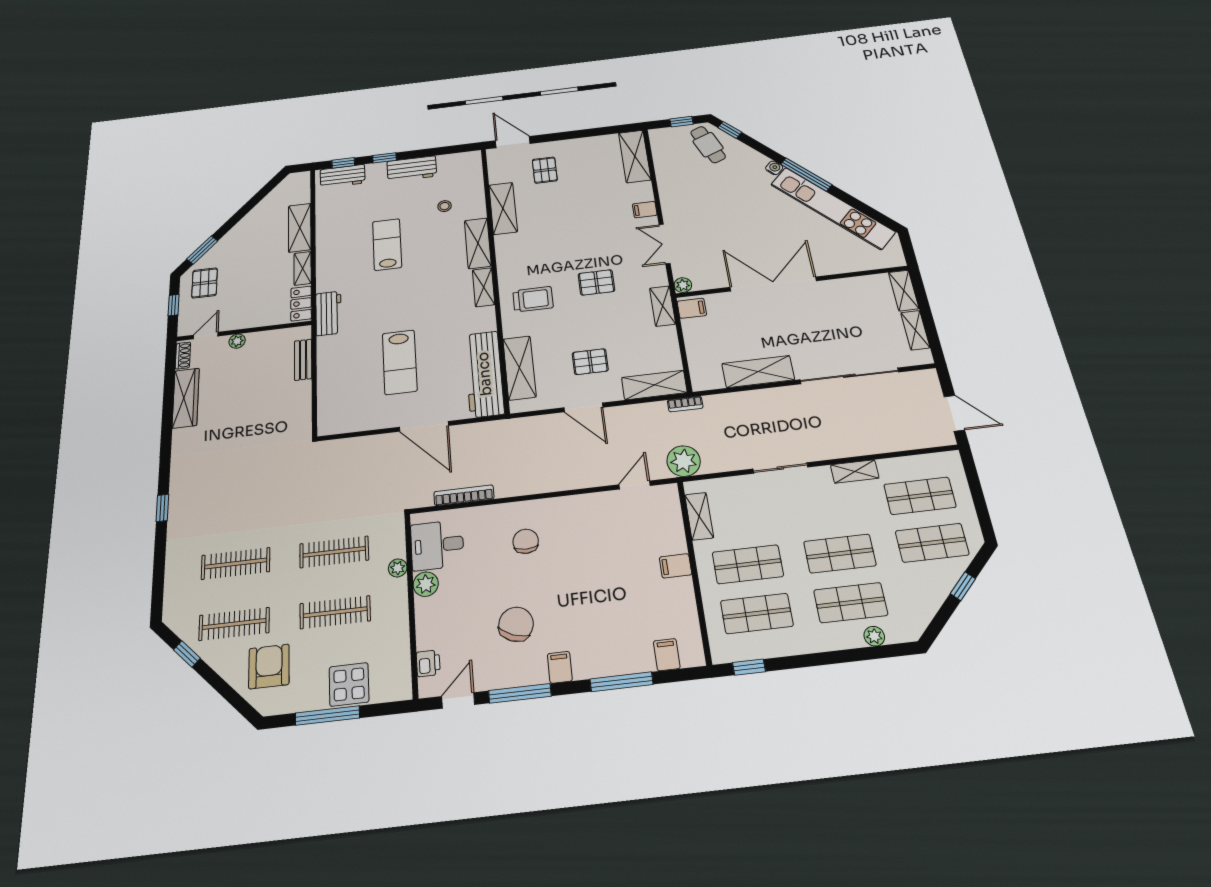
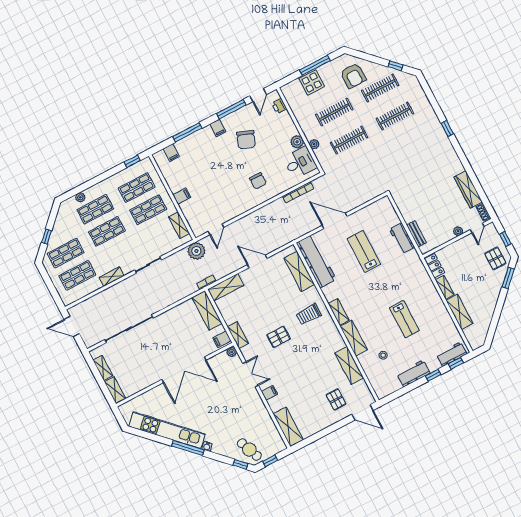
workbench: (329, 313) -> (402, 238), moved
pallet: (590, 362) -> (264, 288), removed
shelving: (758, 372) -> (207, 310), moved, turned 90

